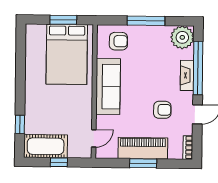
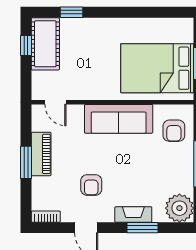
window: (198, 68) -> (142, 228), width x0.47
piano: (143, 148) -> (41, 154), width x0.73, depth x0.75
window: (59, 162) -> (26, 46), moved

